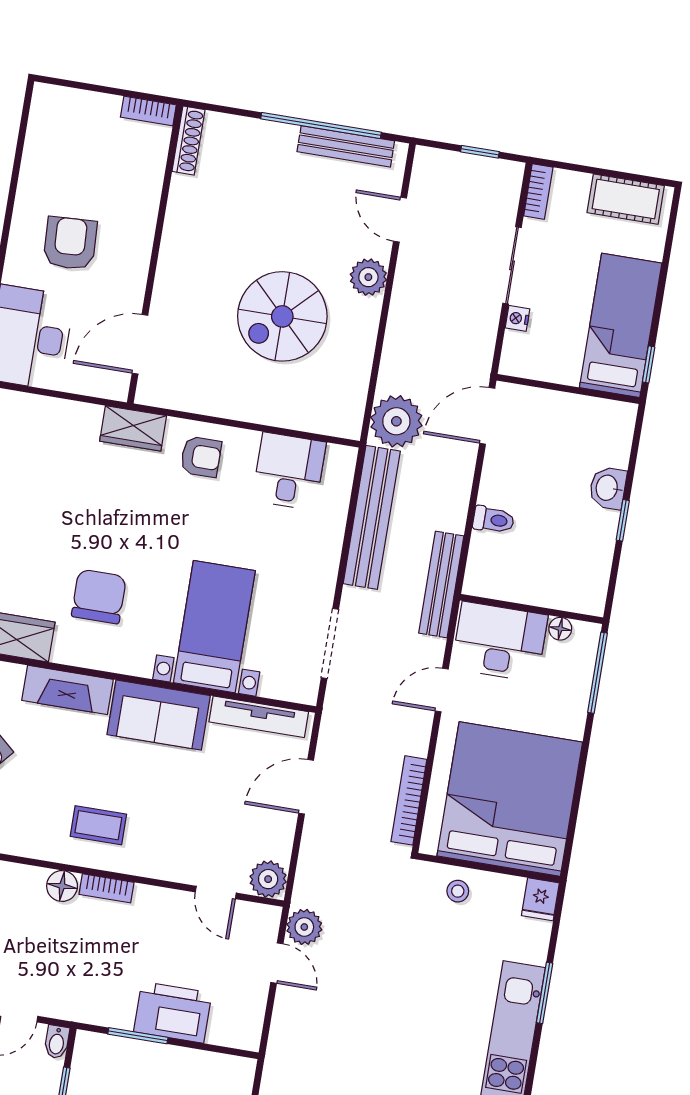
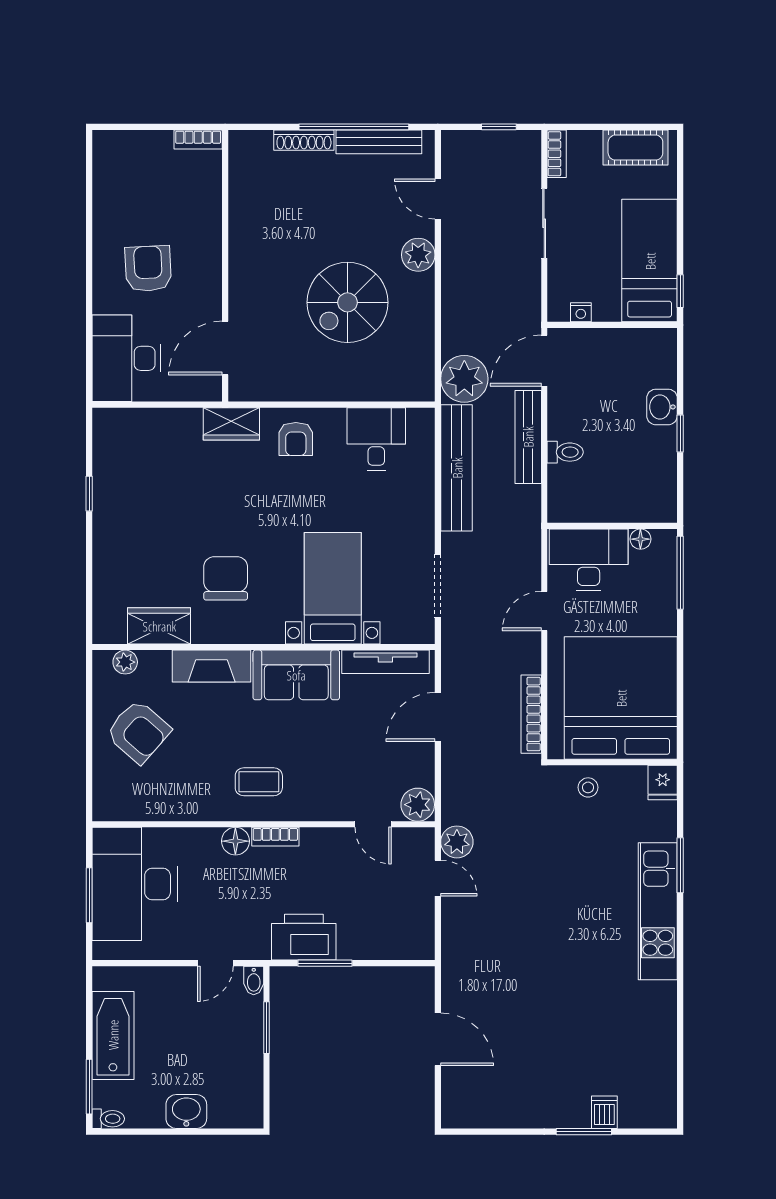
shoe rack: (189, 141) -> (304, 140), moved, turned 90
nightstand: (517, 318) -> (581, 312), moved, turned -90
armchair: (201, 457) -> (296, 439), turned 90
bench: (441, 584) -> (528, 437), moved
printer: (173, 1012) -> (304, 937), moved

